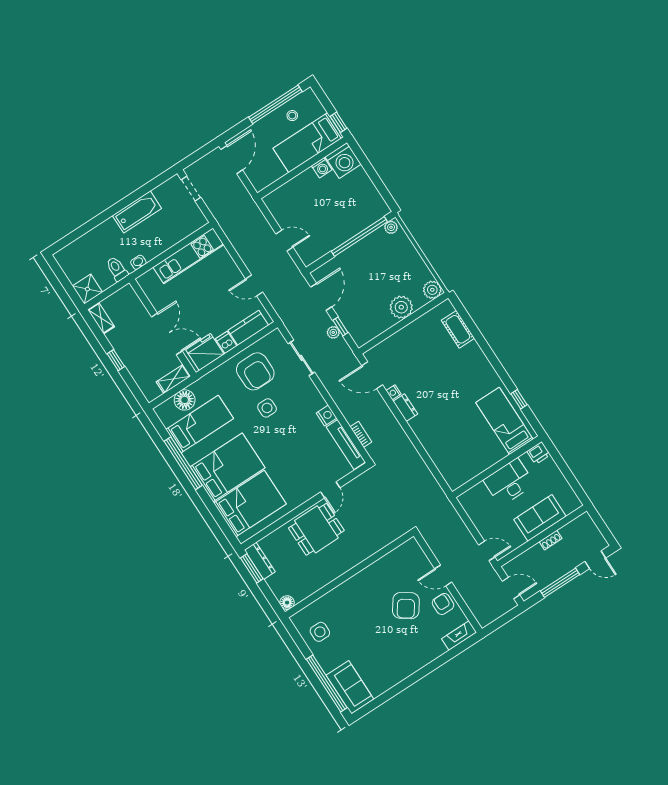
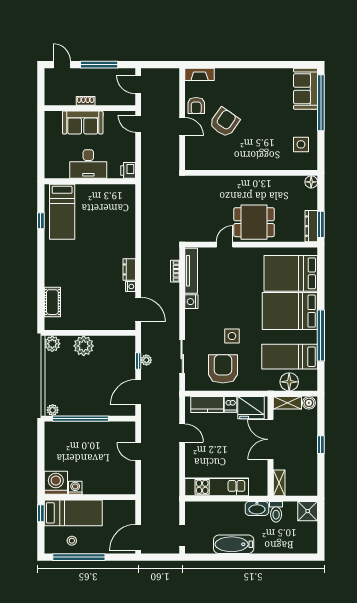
washbasin: (138, 262) -> (257, 508), width x1.91, depth x1.45
shelving: (101, 318) -> (279, 483), moved
boiler: (153, 392) -> (309, 403), added
printer: (539, 453) -> (128, 170), moved, turned -90

